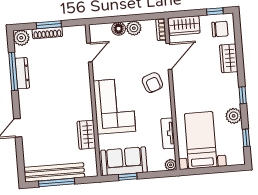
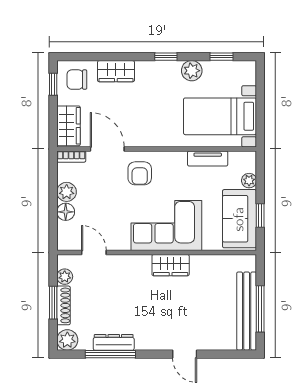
chair: (220, 29) -> (77, 80), turned -90
plant: (69, 32) -> (65, 277), added
armchair: (152, 83) -> (140, 173), turned 110
wardrobe: (86, 135) -> (171, 265), moved
plant: (171, 165) -> (249, 181), moved

